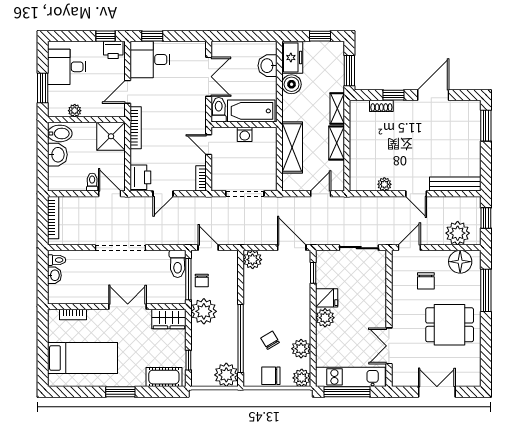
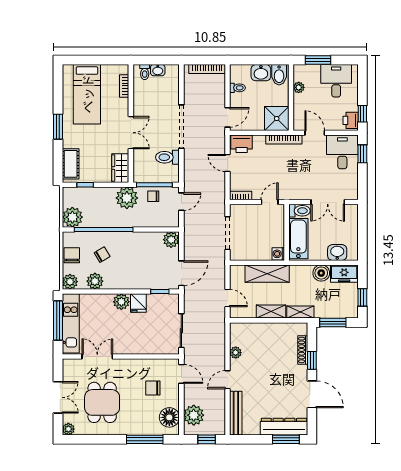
shoe rack: (381, 106) -> (303, 350), width x1.43
dresser: (471, 128) -> (284, 427), added
washing machine: (245, 134) -> (278, 254), moved
toilet: (92, 182) -> (237, 88), moved
toilet: (57, 260) -> (145, 72), moved
toilet: (178, 264) -> (167, 157), moved
dining table: (450, 325) -> (102, 402), moved
plant: (474, 380) -> (68, 429), added

